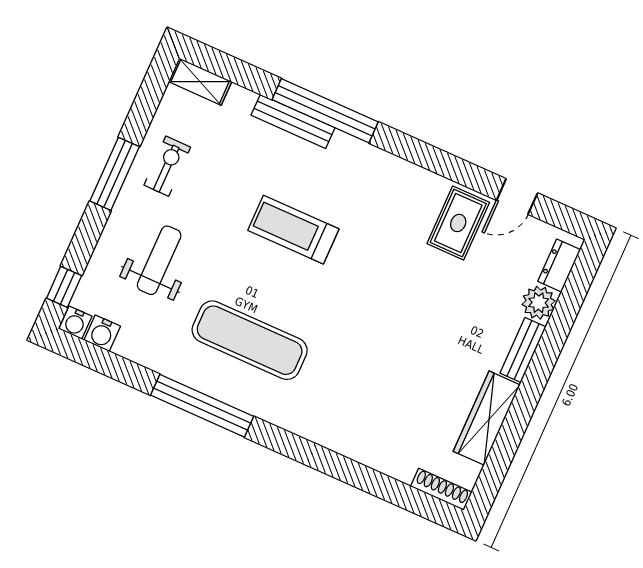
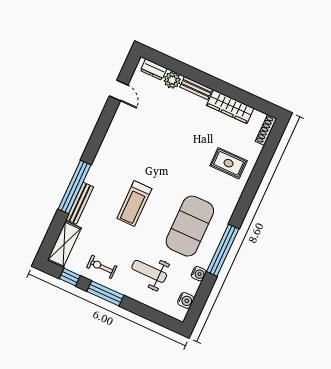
shelving: (200, 82) -> (64, 244), width x1.50, depth x1.33
rug: (458, 223) -> (229, 163), moved
window: (64, 287) -> (70, 277), moved
water cooler: (75, 323) -> (199, 274), moved
exercise mat: (250, 340) -> (190, 226), width x1.47

